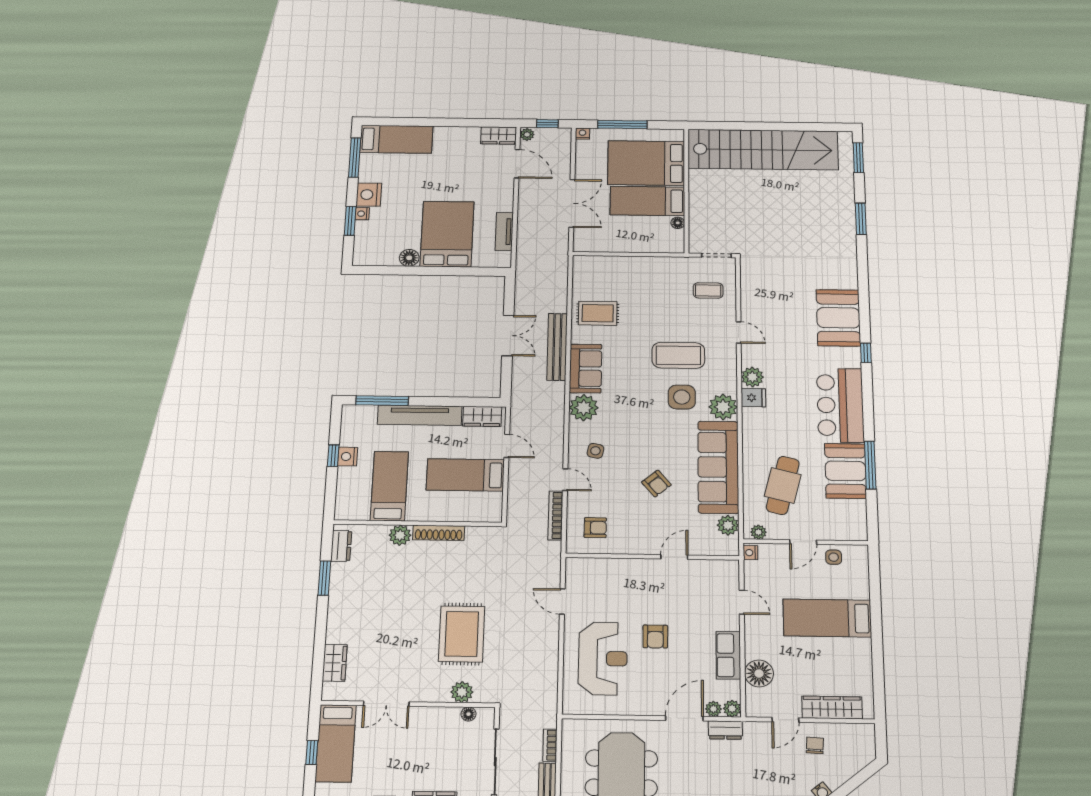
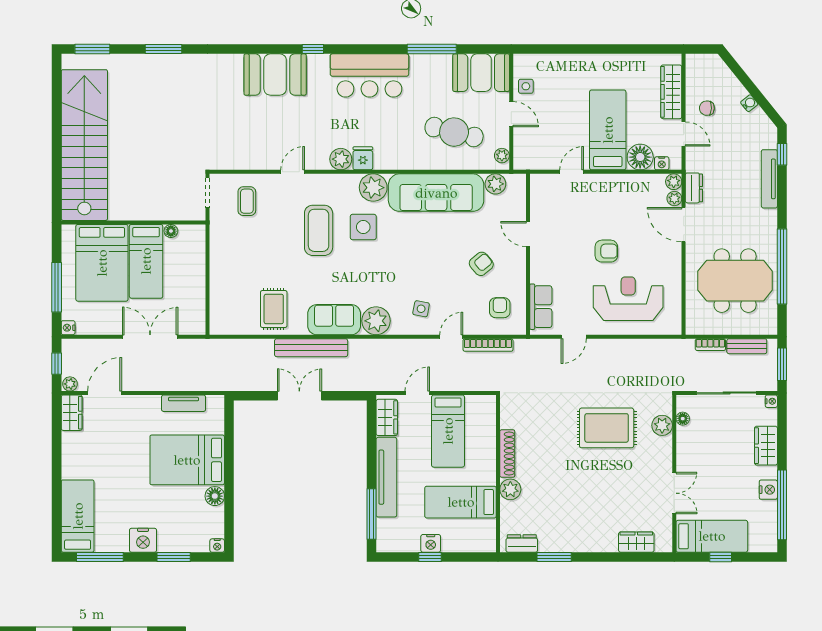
nightstand: (362, 214) -> (217, 546), moved
booth: (845, 471) -> (481, 73), moved
armchair: (656, 484) -> (481, 264), moved
nightstand: (750, 553) -> (662, 163), moved
bed: (827, 618) -> (608, 130), moved, turned 180
row of seats: (728, 655) -> (541, 307), moved, turned -90

